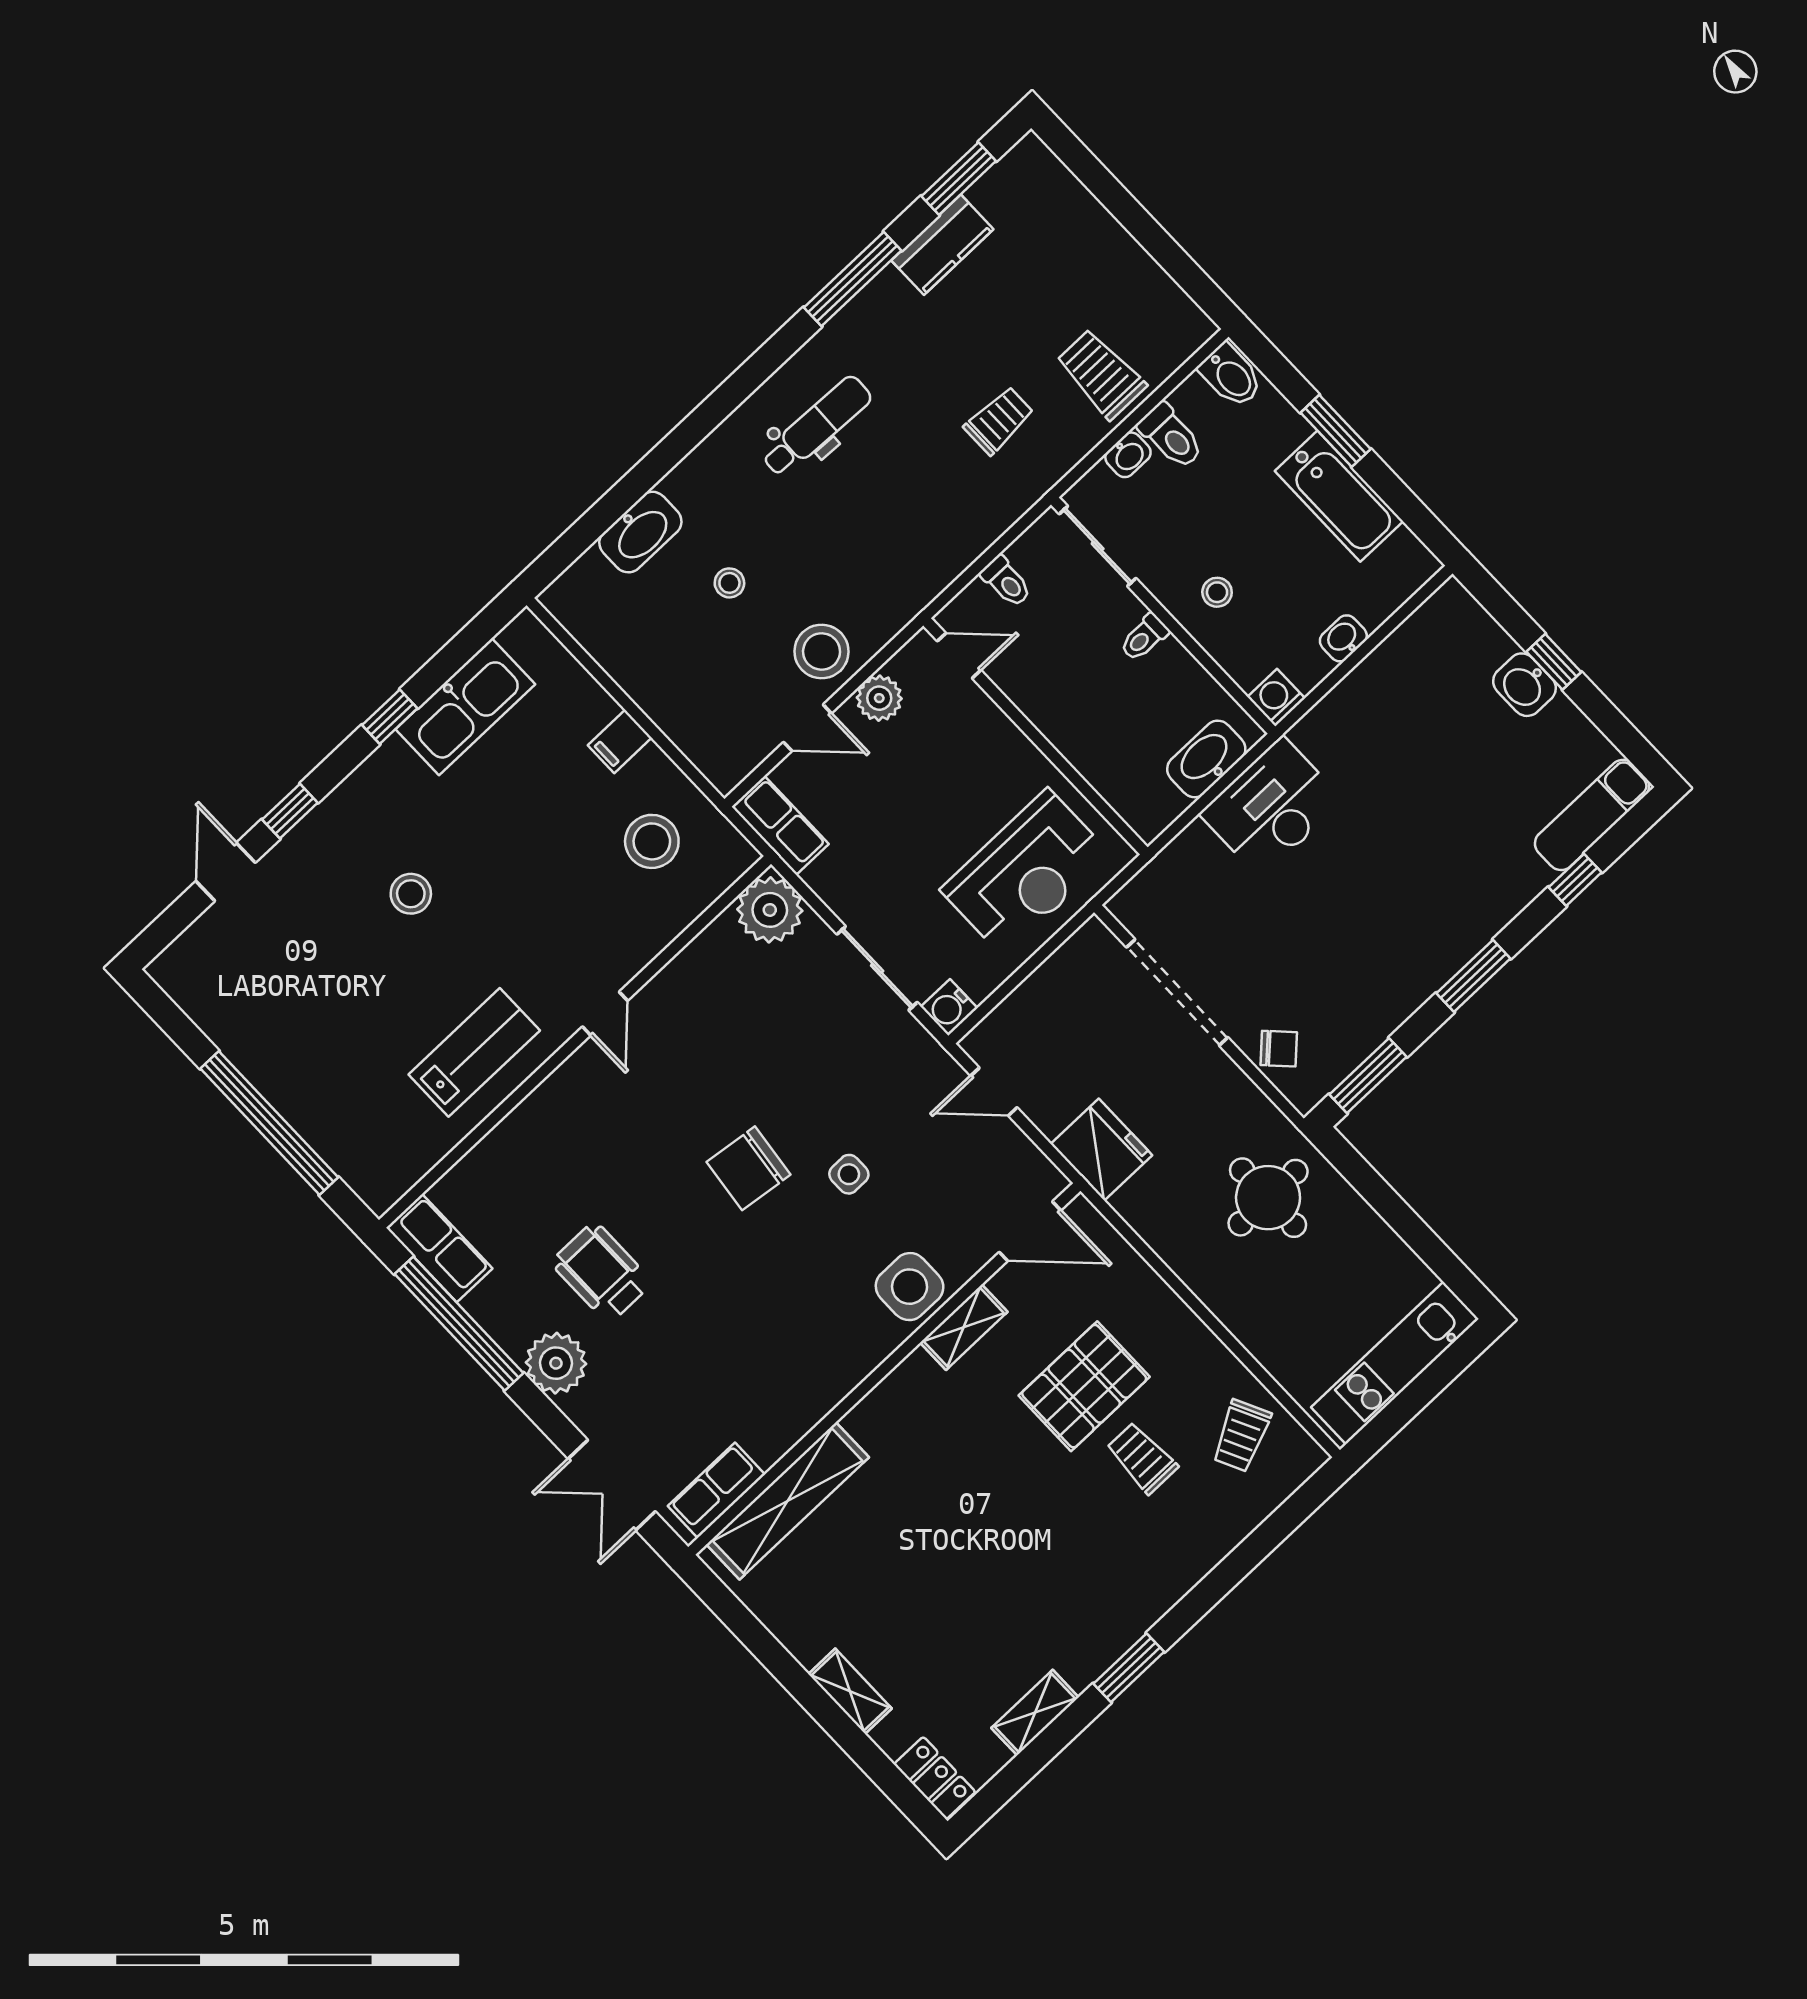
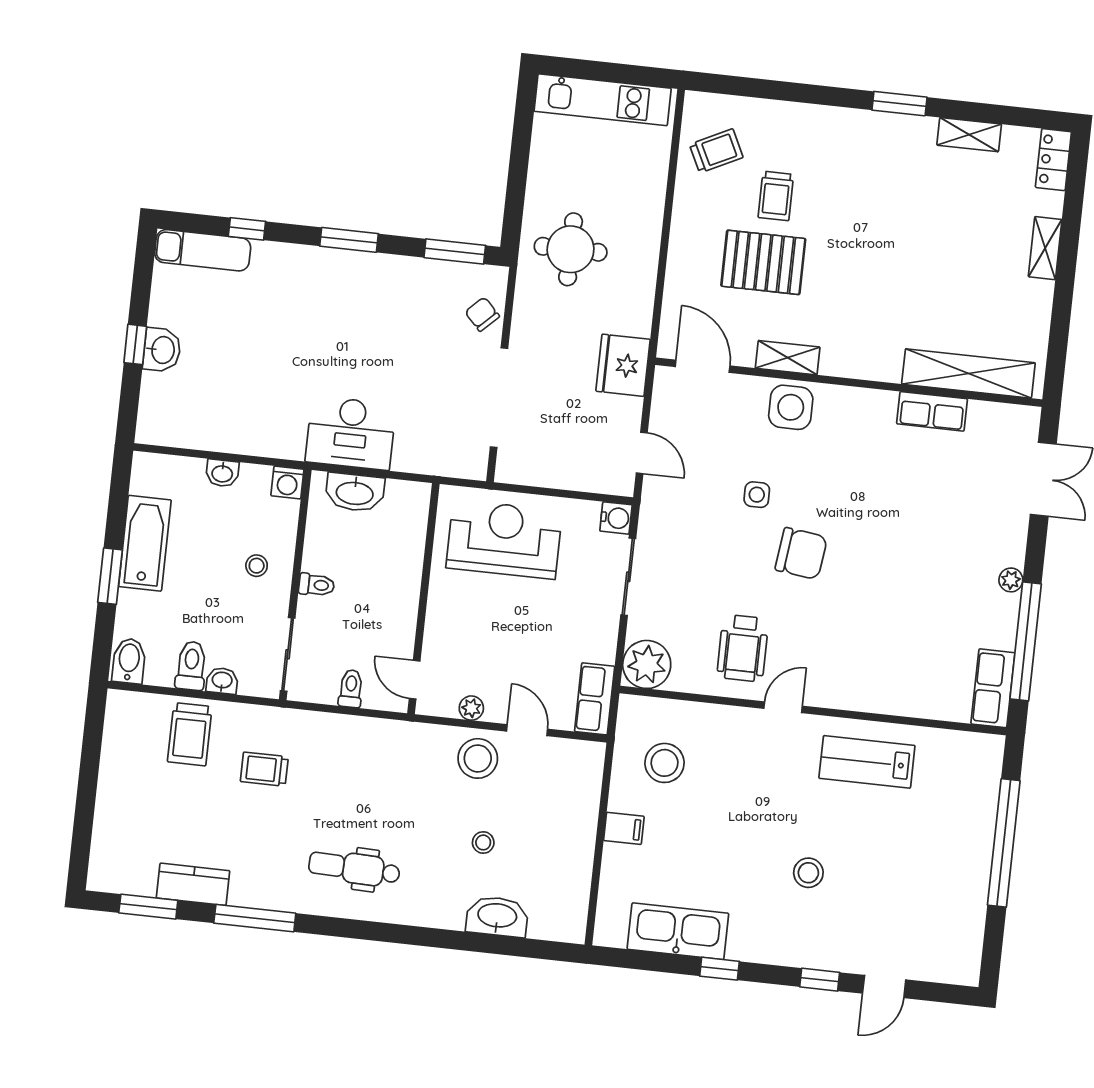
plant: (879, 698) -> (471, 708), width x0.73, depth x0.73
wheelchair: (602, 1272) -> (743, 648), moved
plant: (556, 1363) -> (1011, 580), width x0.53, depth x0.53
row of seats: (716, 1490) -> (932, 411), moved

